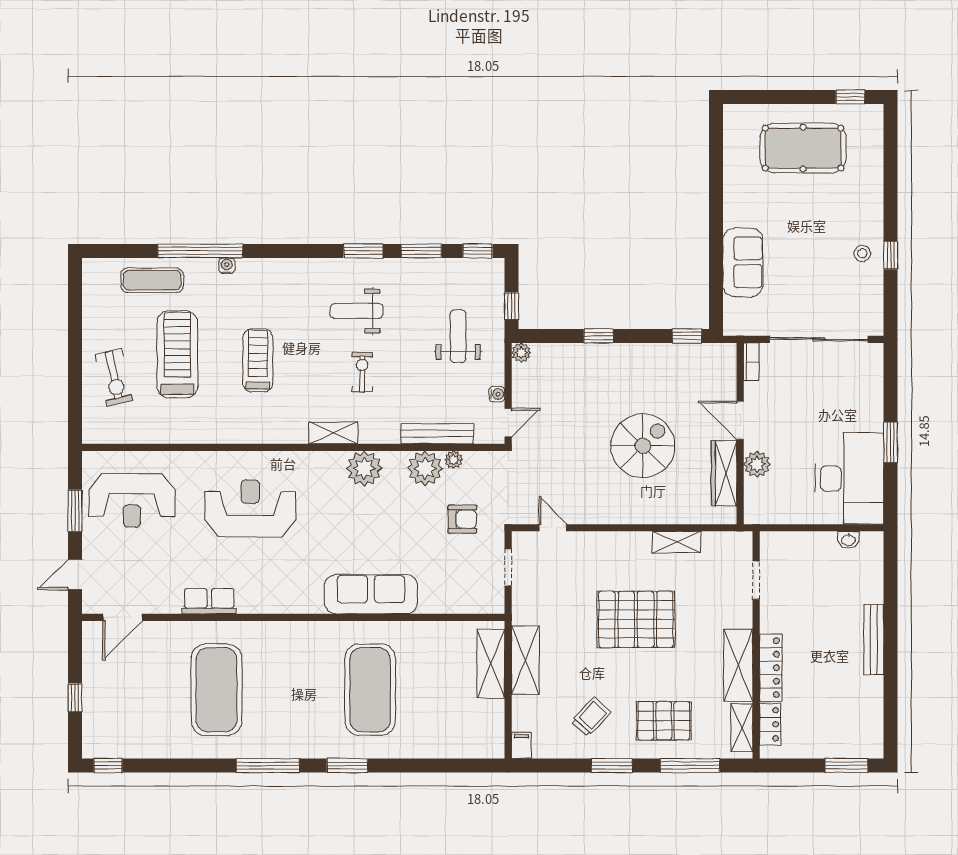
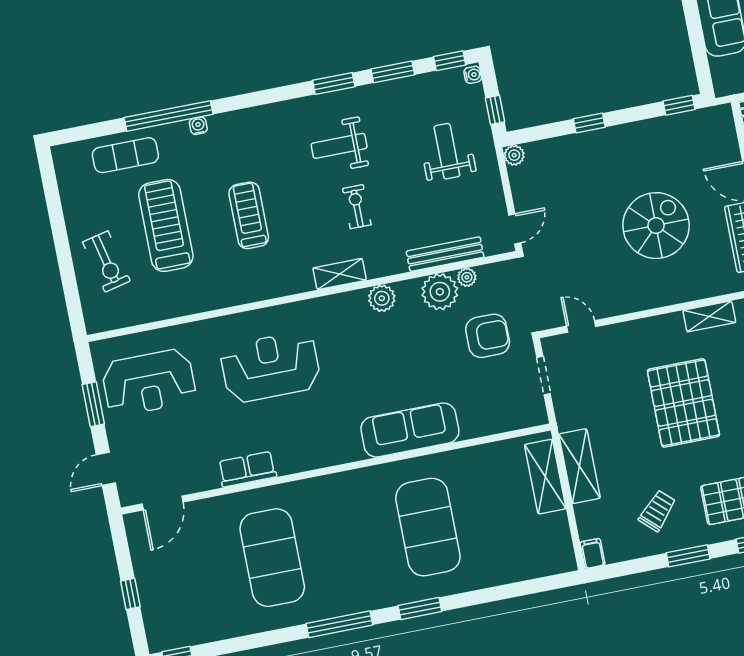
water cooler: (497, 394) -> (473, 75), moved
plant: (364, 469) -> (382, 298), width x0.73, depth x0.73
armchair: (462, 519) -> (488, 336), width x1.38, depth x1.38
pallet: (636, 619) -> (683, 403), turned 90

